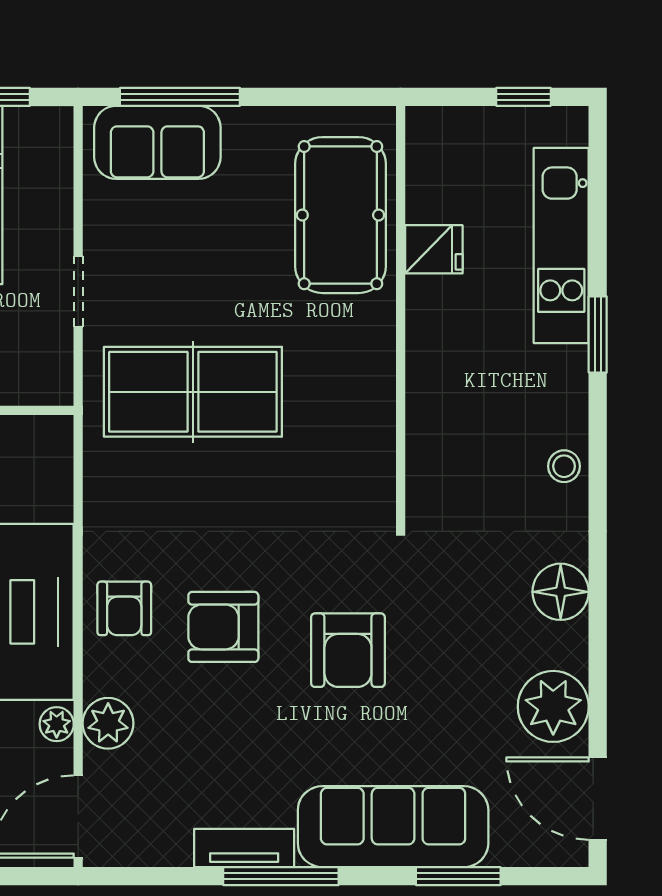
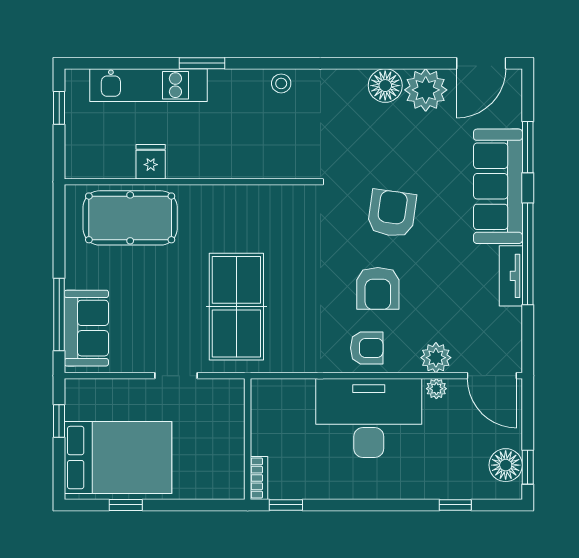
floor lamp: (561, 592) -> (385, 86), moved
armchair: (348, 650) -> (392, 213), turned -82
window: (281, 876) -> (528, 254), width x1.46

